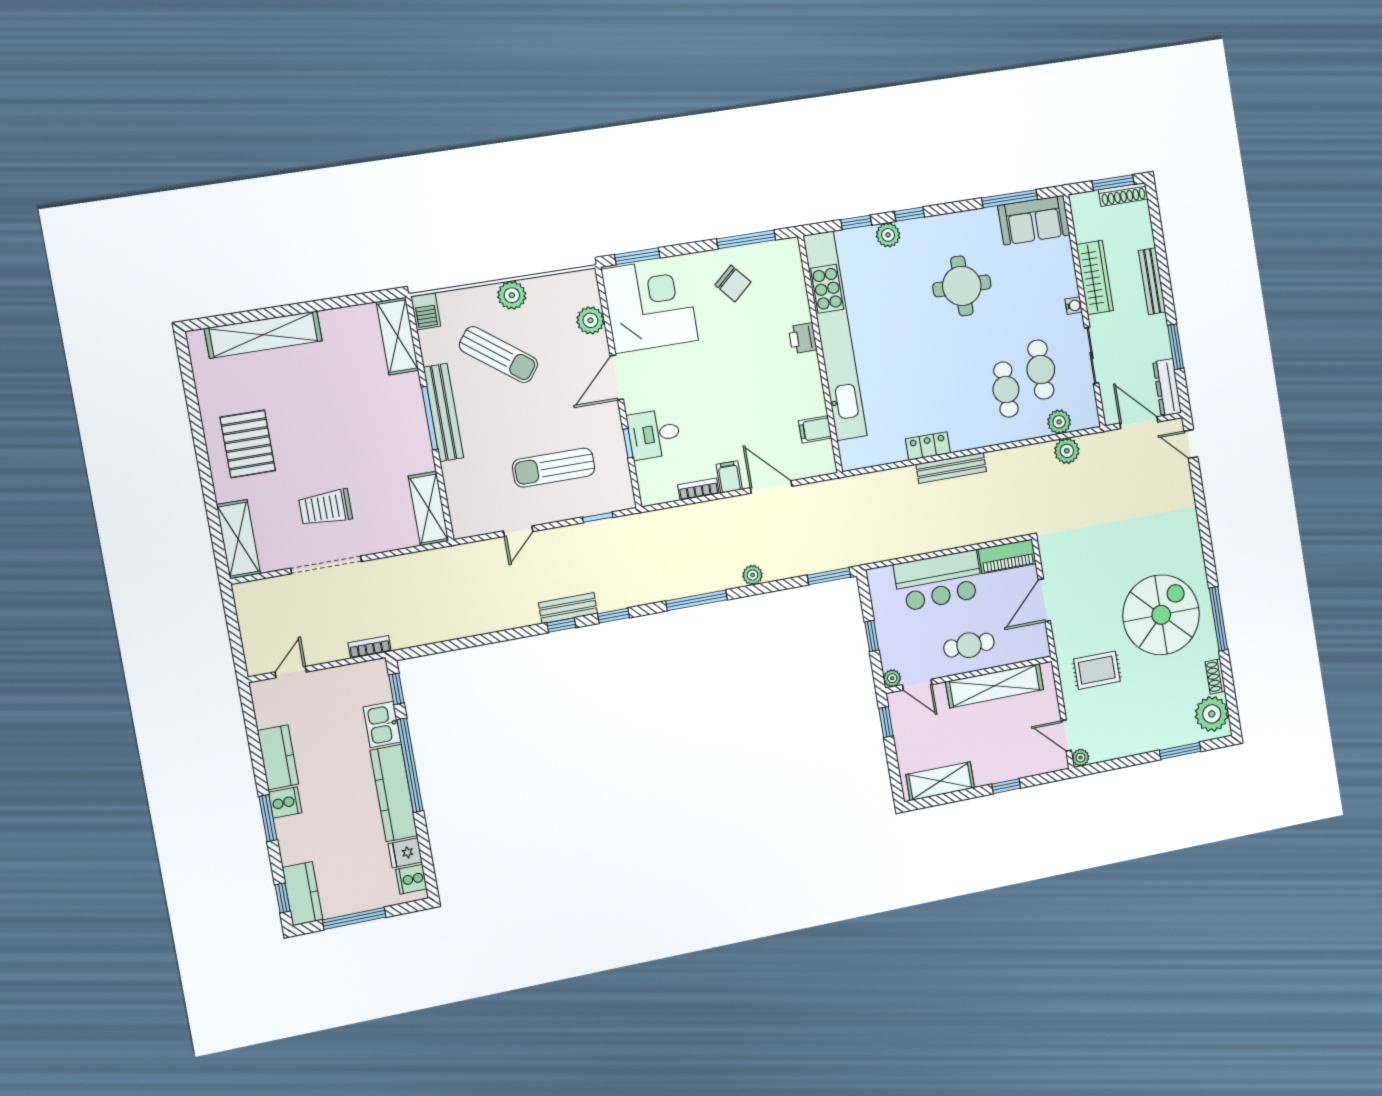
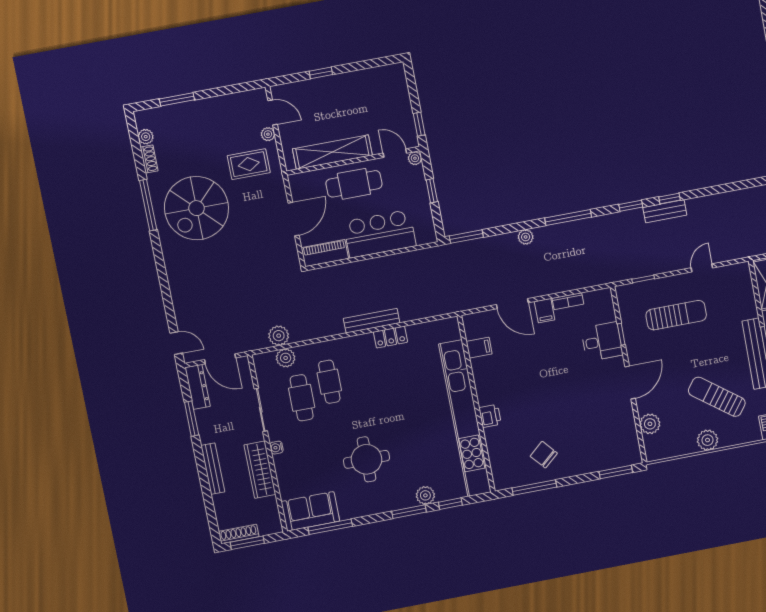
window: (909, 214) -> (409, 512), width x1.50
corner desk: (650, 305) -> (606, 437), removed
cafe table: (969, 645) -> (354, 184), width x1.37, depth x1.35
plant: (1212, 714) -> (146, 137), width x0.53, depth x0.53
plant: (1081, 758) -> (268, 134), moved
shelving: (940, 781) -> (375, 77), removed

